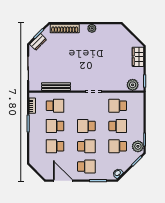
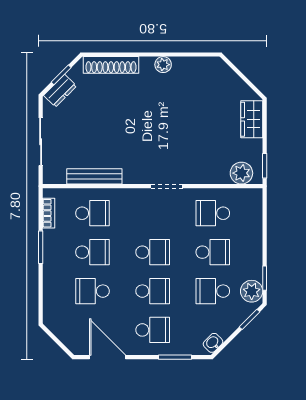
school desk: (55, 126) -> (92, 252), turned 180
school desk: (86, 126) -> (153, 252), turned 180

